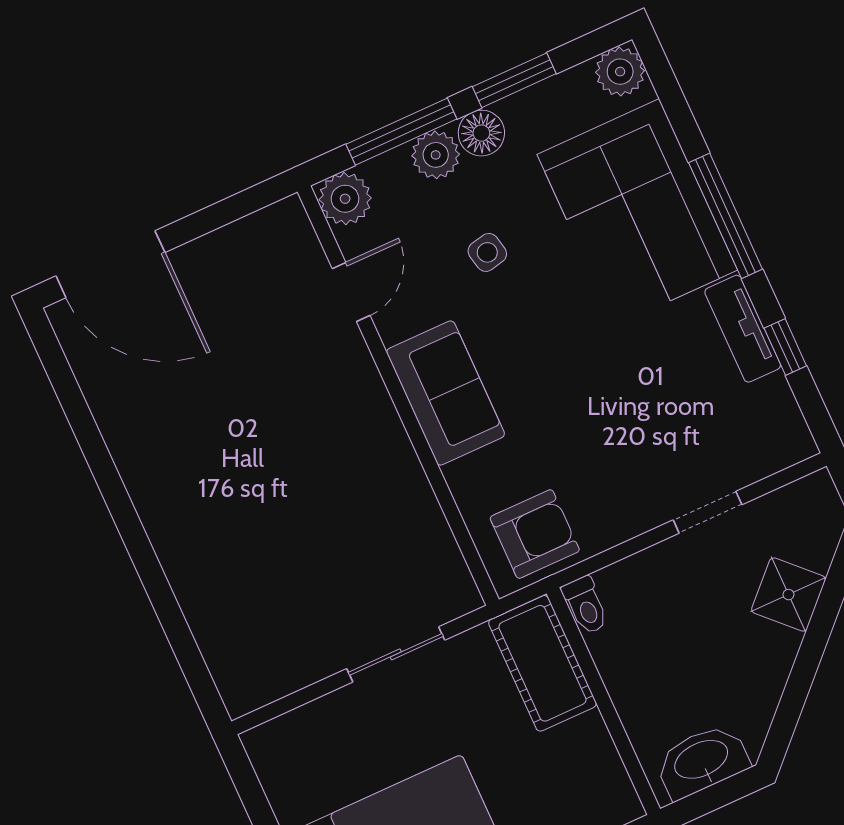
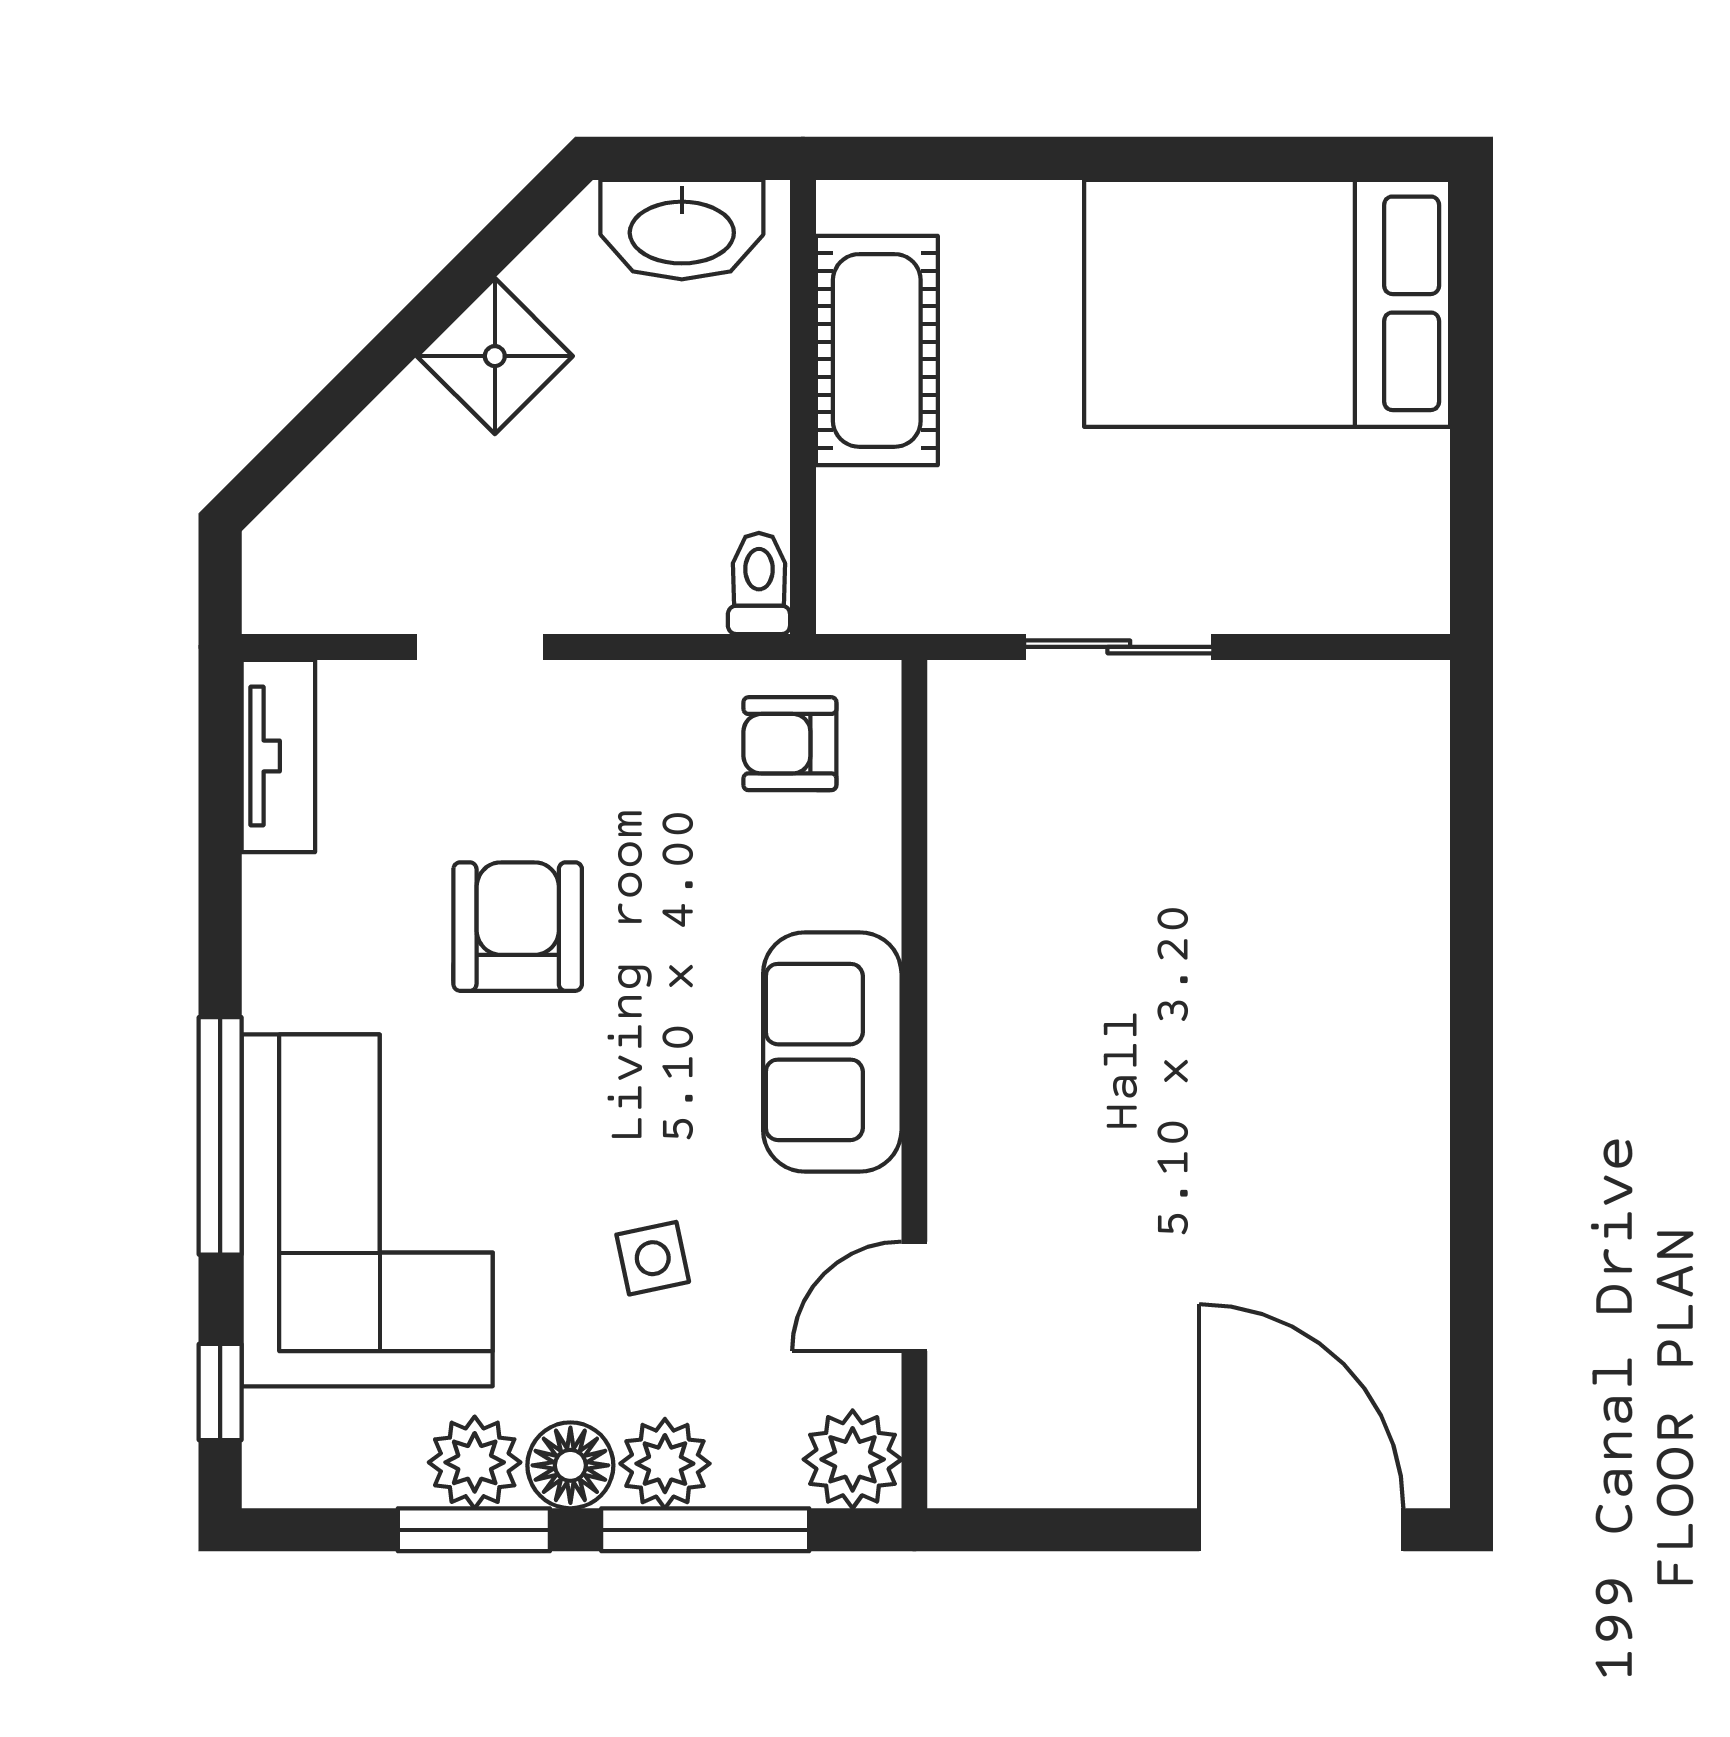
plant: (620, 72) -> (475, 1462), moved
tv unit: (743, 329) -> (278, 756), moved
window: (785, 347) -> (220, 1392), moved
armchair: (627, 384) -> (518, 927), added
armchair: (535, 534) -> (790, 744), width x0.72, depth x0.72
shower: (788, 595) -> (495, 356), moved
cot: (542, 663) -> (877, 350), moved

